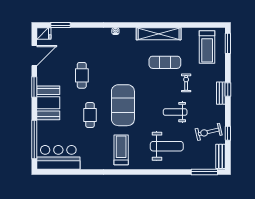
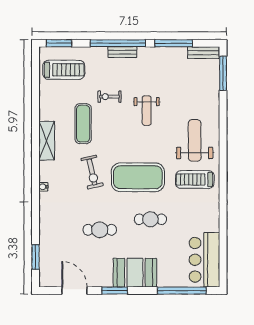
fridge: (44, 34) -> (46, 278), removed
shelving: (159, 34) -> (47, 141), width x0.68
window: (228, 90) -> (118, 43), width x3.17
exercise bike: (209, 132) -> (92, 172), moved
window: (228, 133) -> (174, 43), width x2.17
weight bench: (167, 146) -> (195, 140), moved

